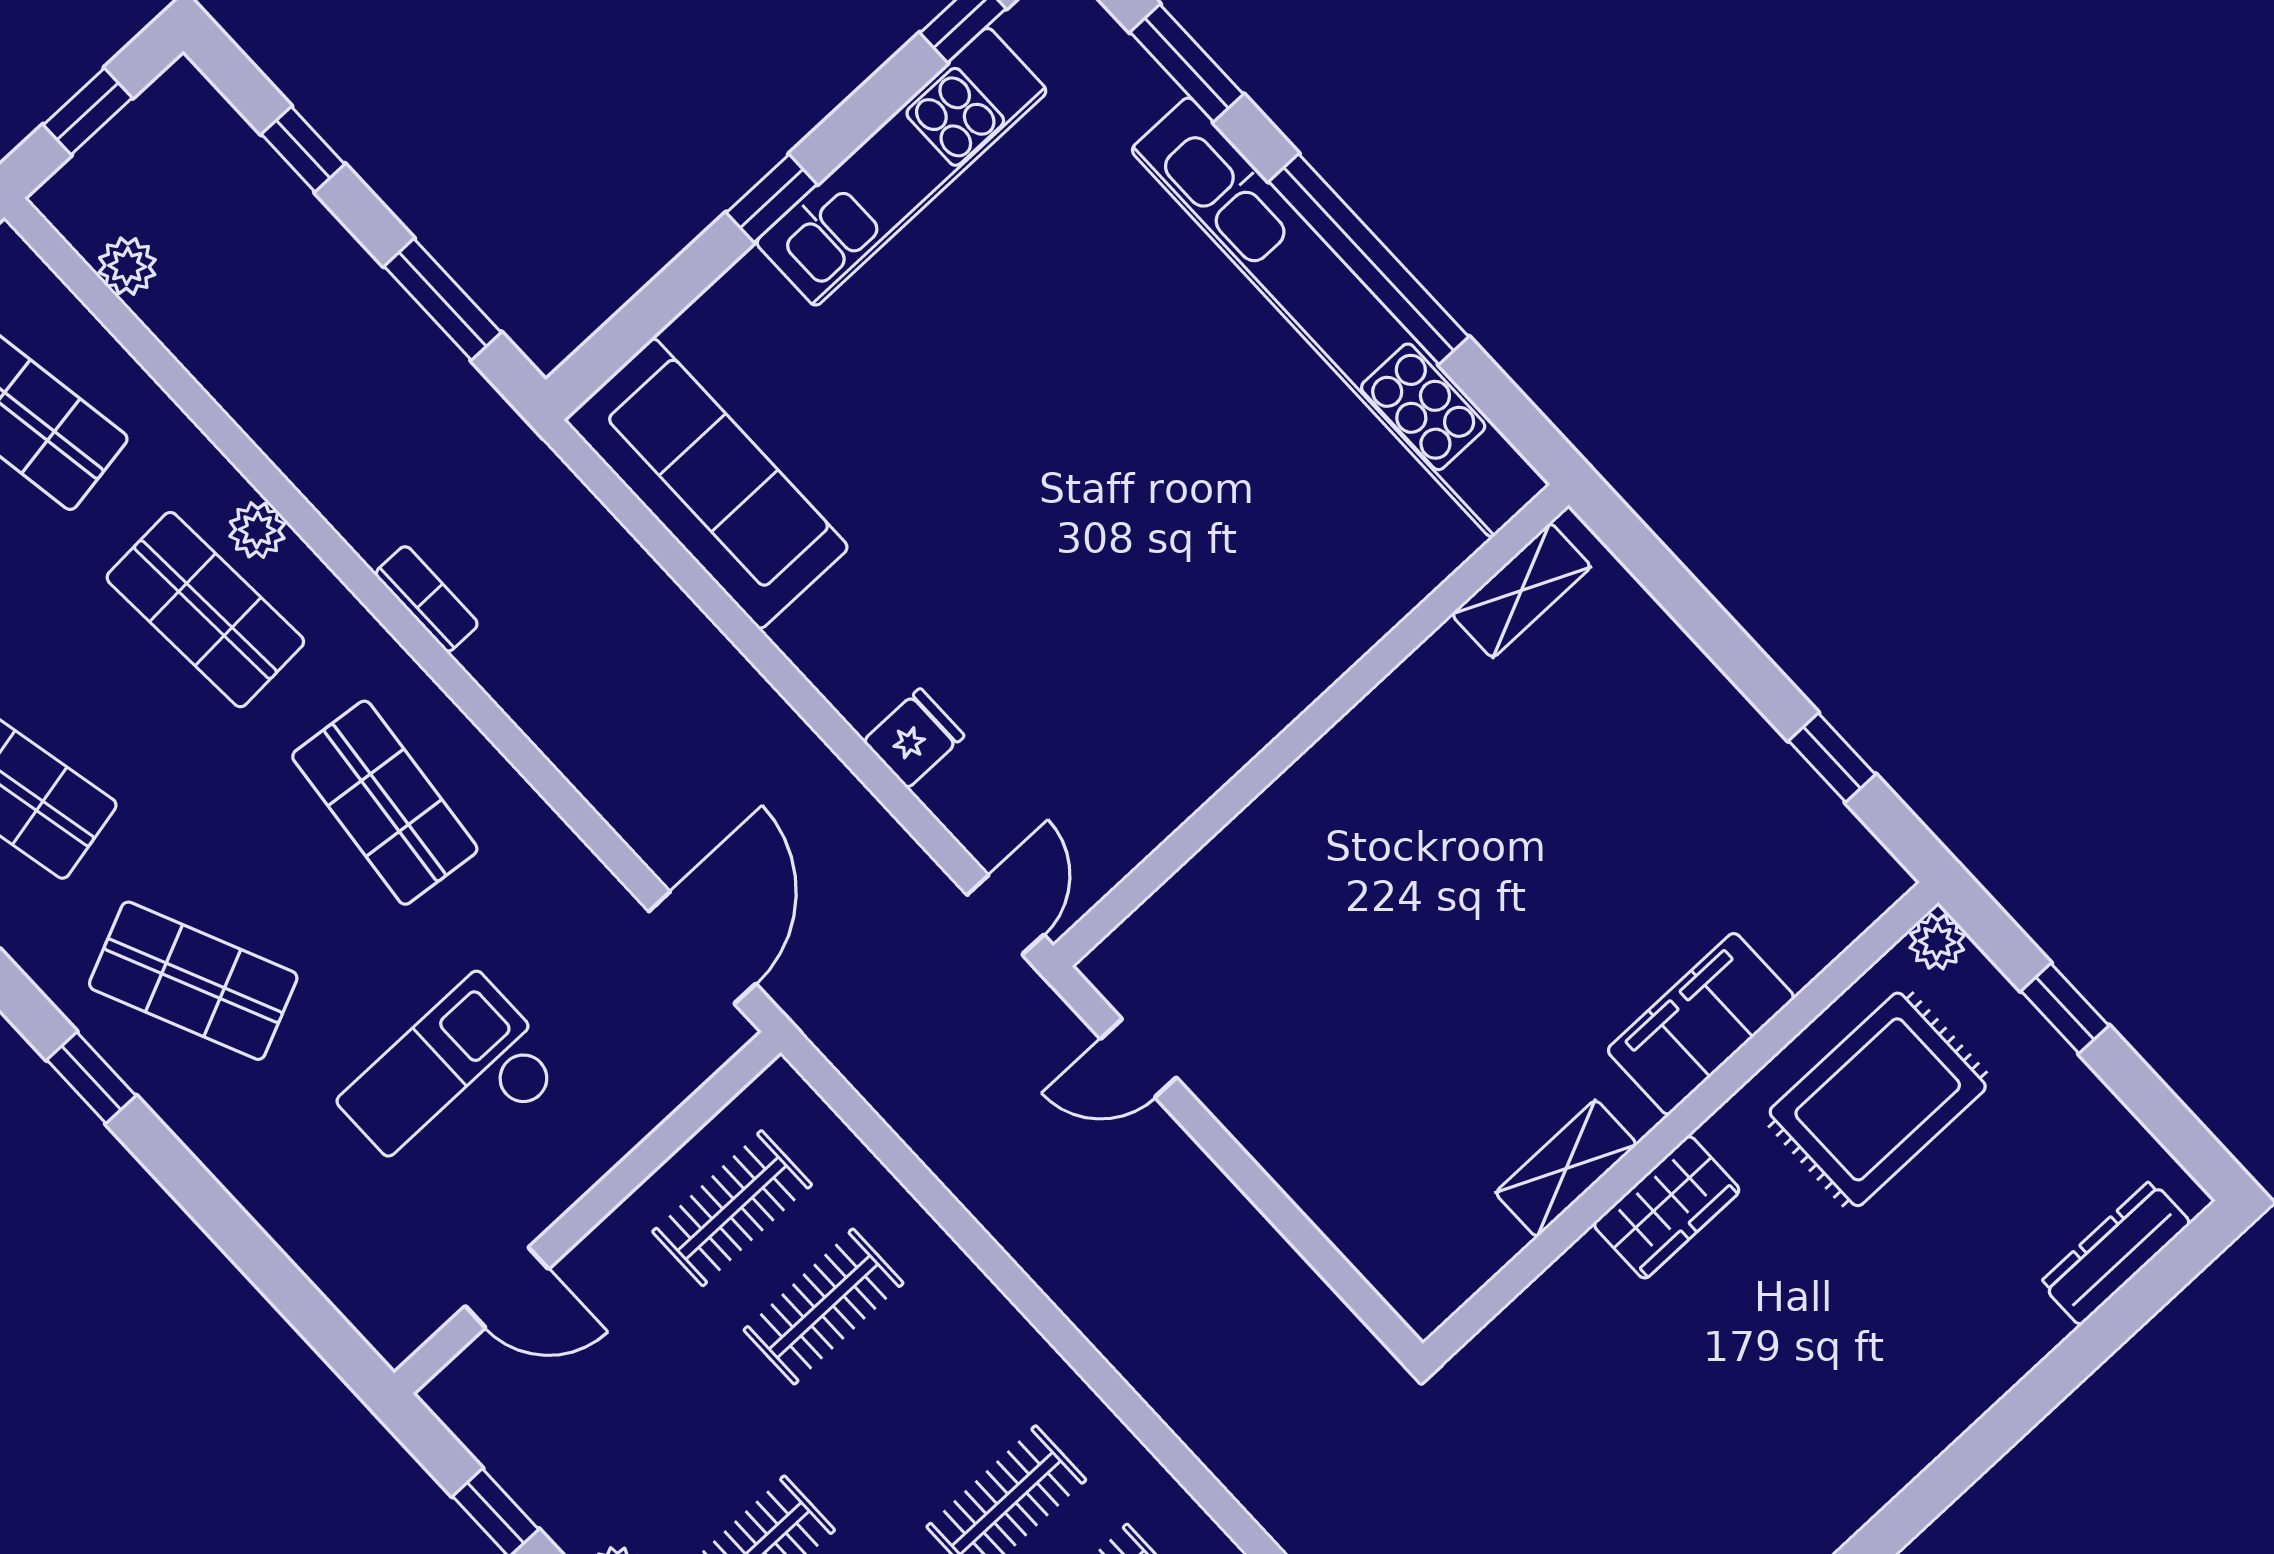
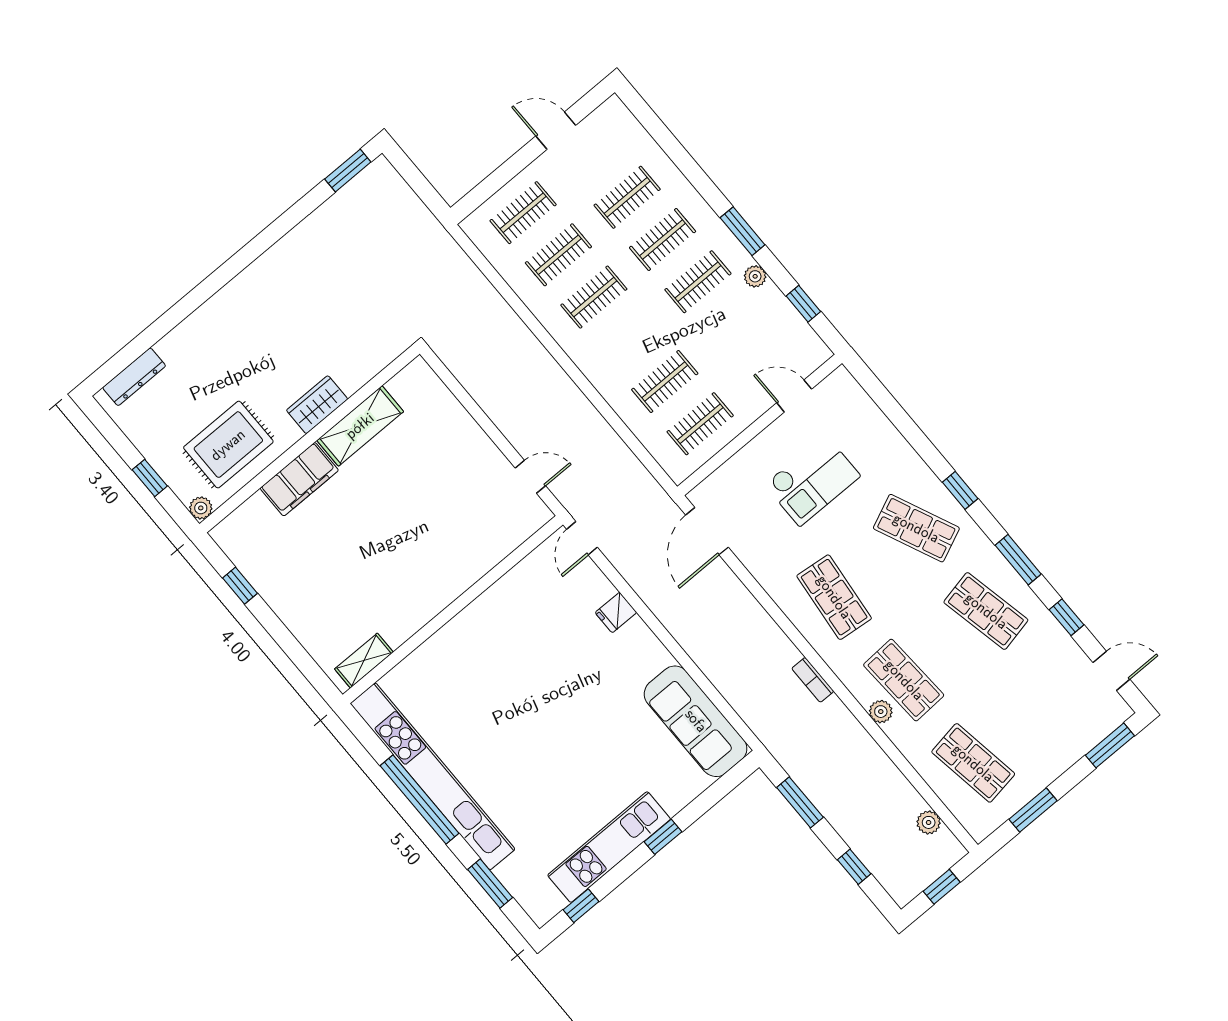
shelving: (1566, 1168) -> (360, 426), width x1.50, depth x1.33

